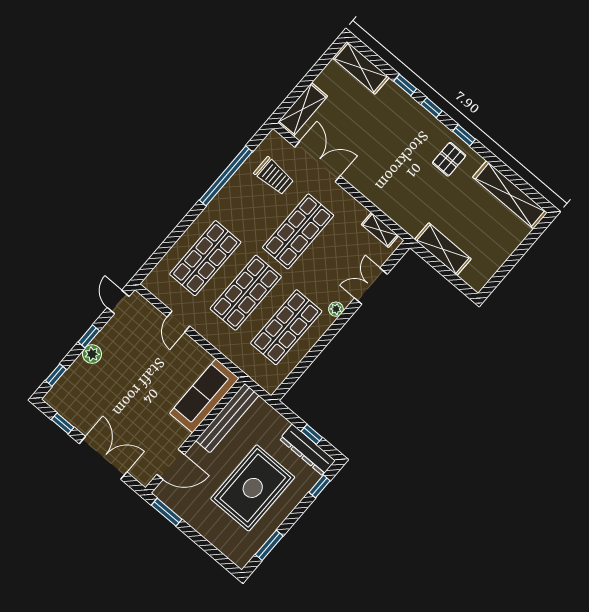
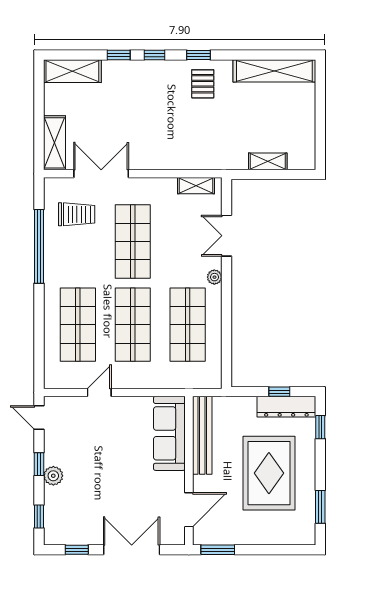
shelving: (443, 249) -> (268, 161), width x0.67, depth x0.75
door: (178, 322) -> (99, 393), swing flipped

